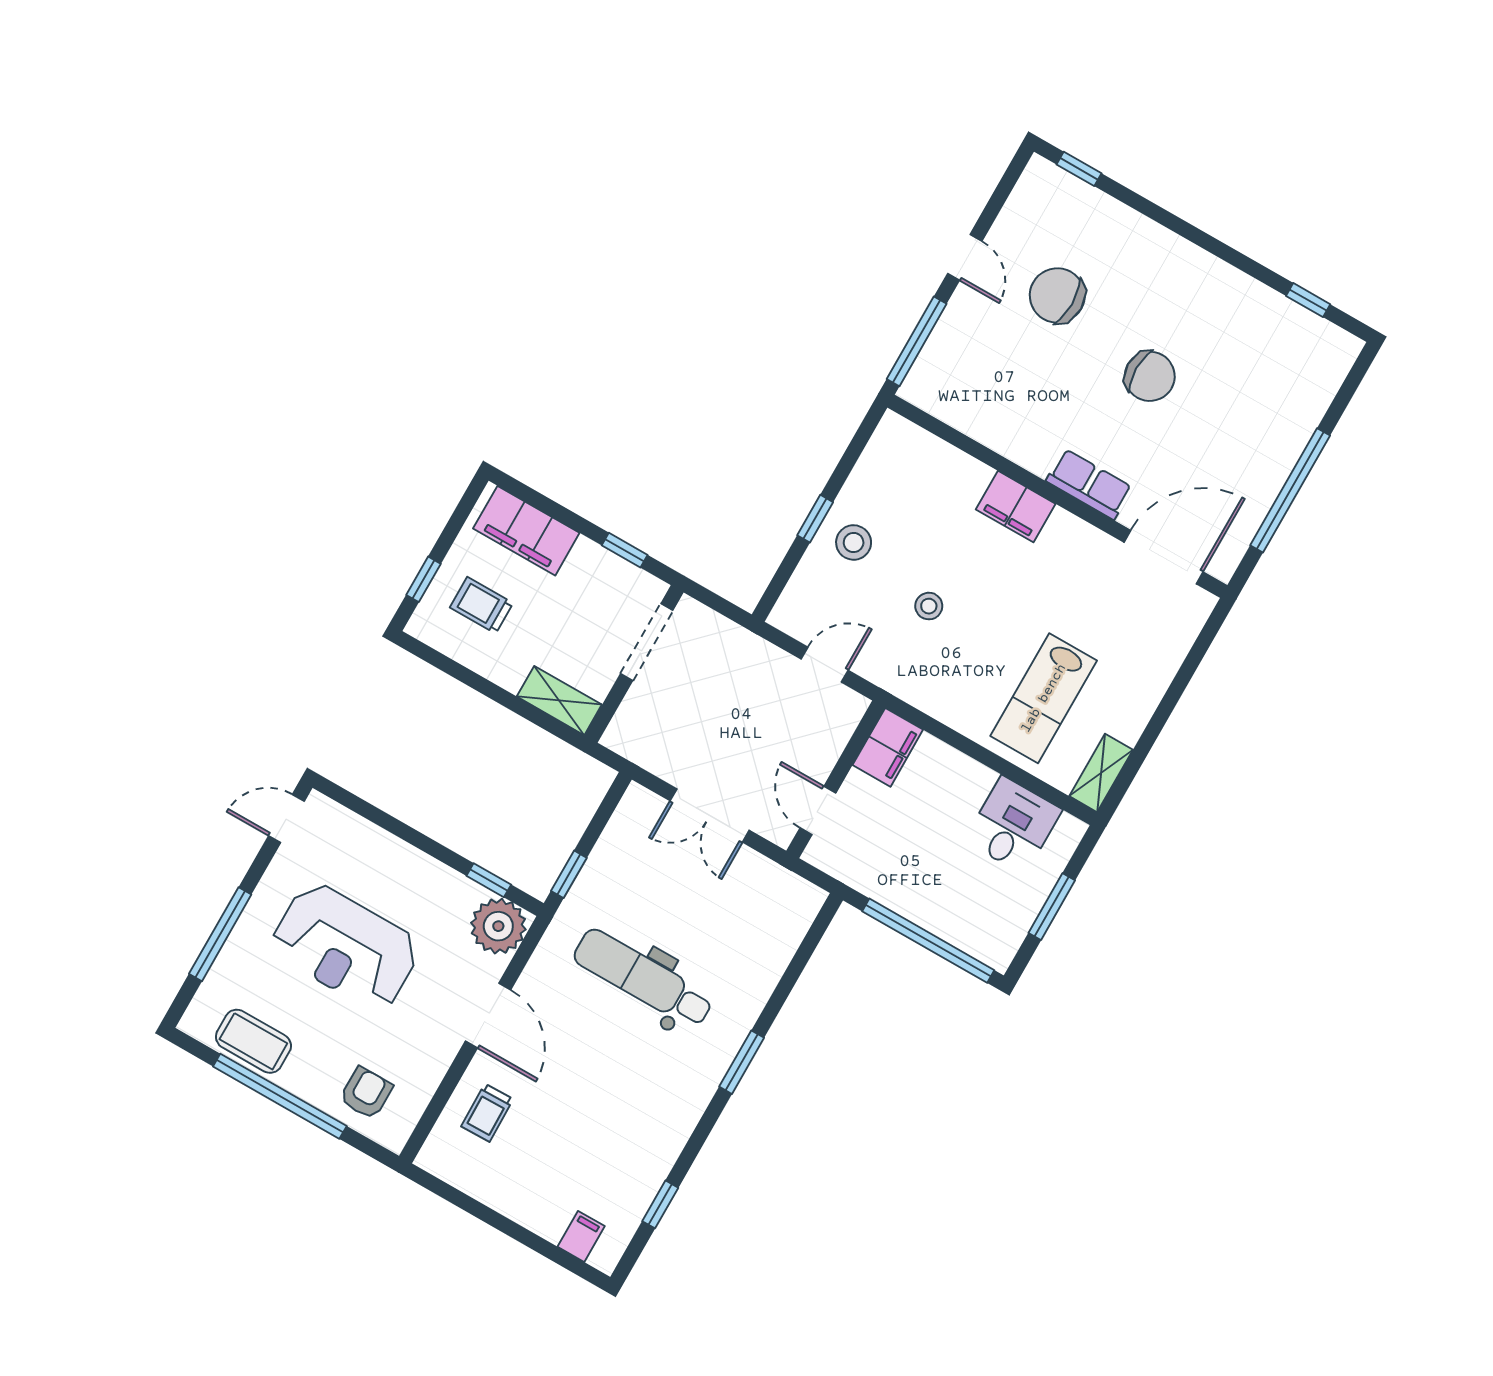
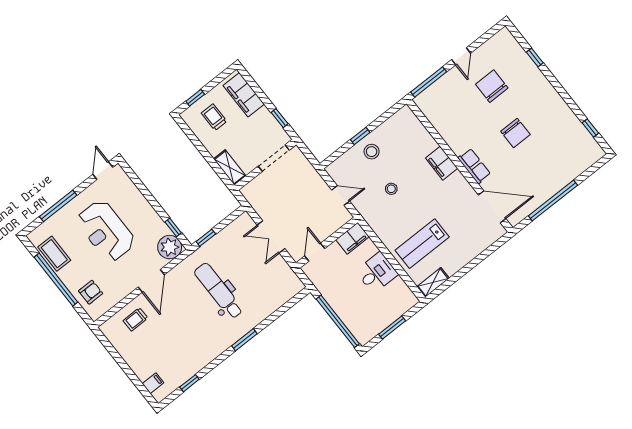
window: (1079, 169) -> (535, 57), moved
door: (286, 819) -> (103, 171), hinge flipped
desk: (1013, 825) -> (377, 273), moved

